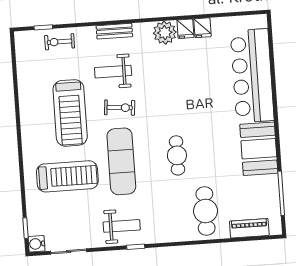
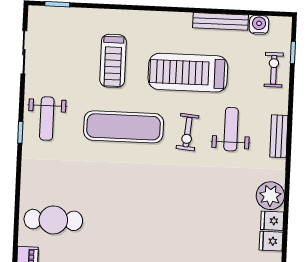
bench: (24, 91) -> (220, 21), added
cafe table: (177, 155) -> (123, 194), removed
treadmill: (67, 176) -> (113, 61), width x0.73, depth x0.73
water cooler: (36, 244) -> (259, 25), moved

